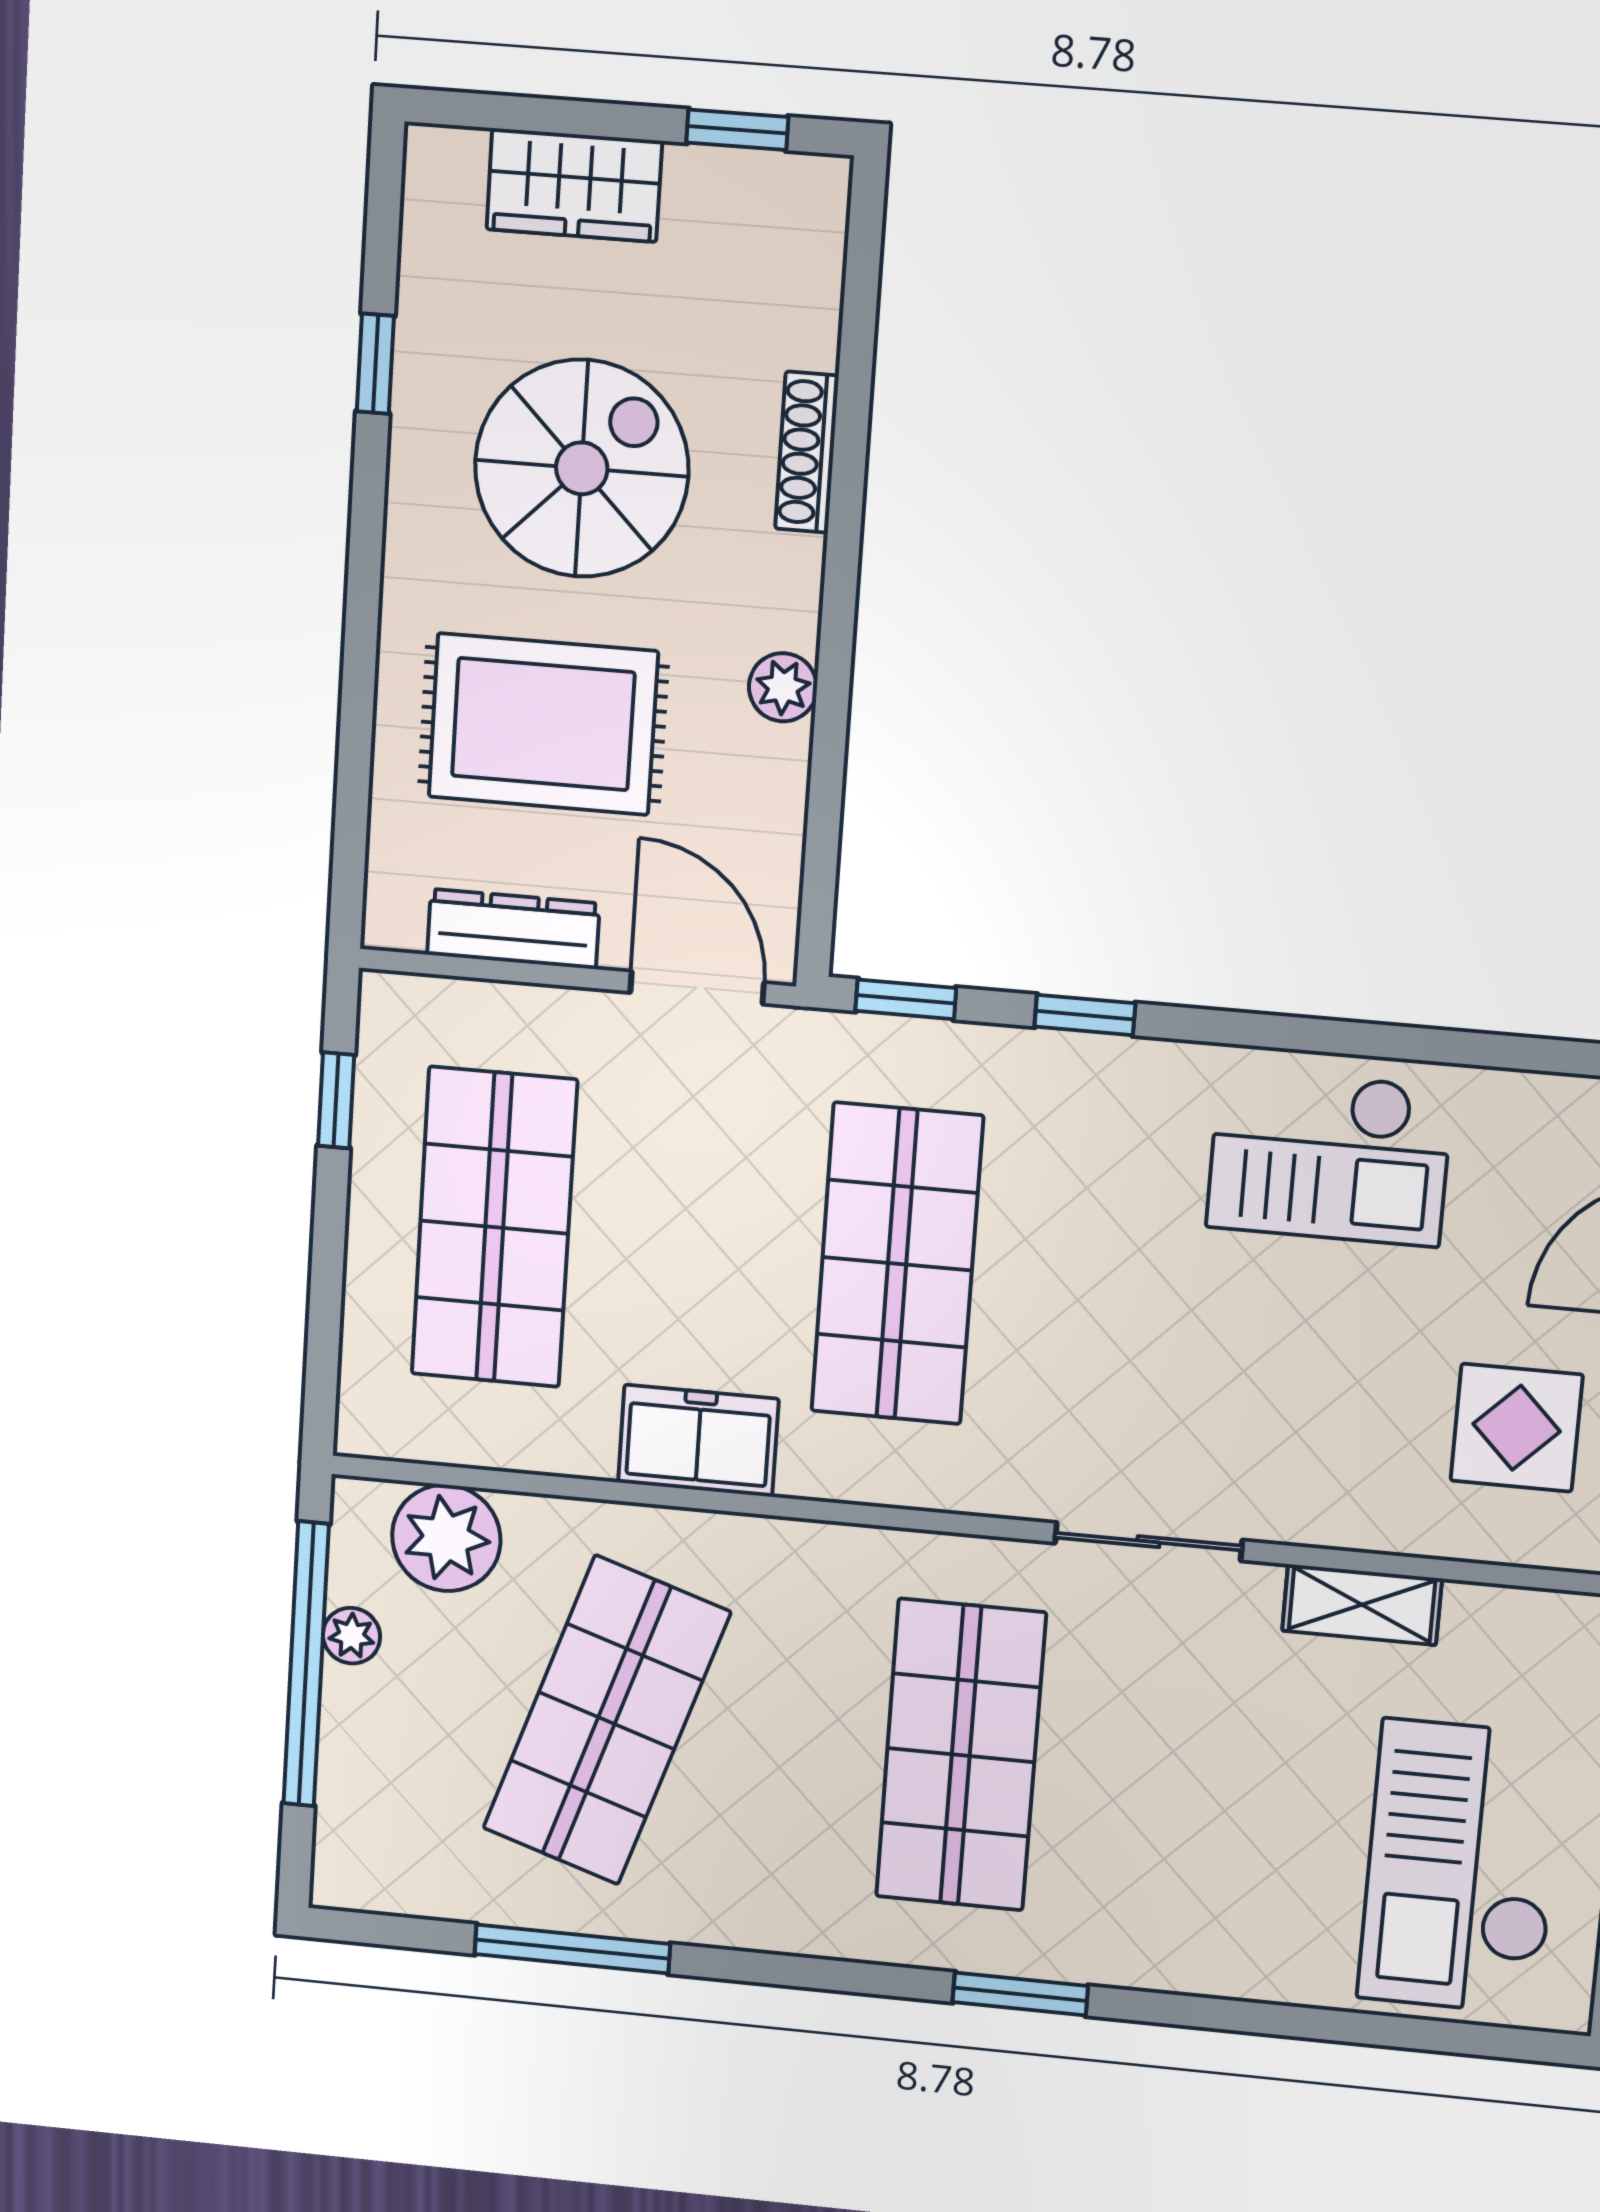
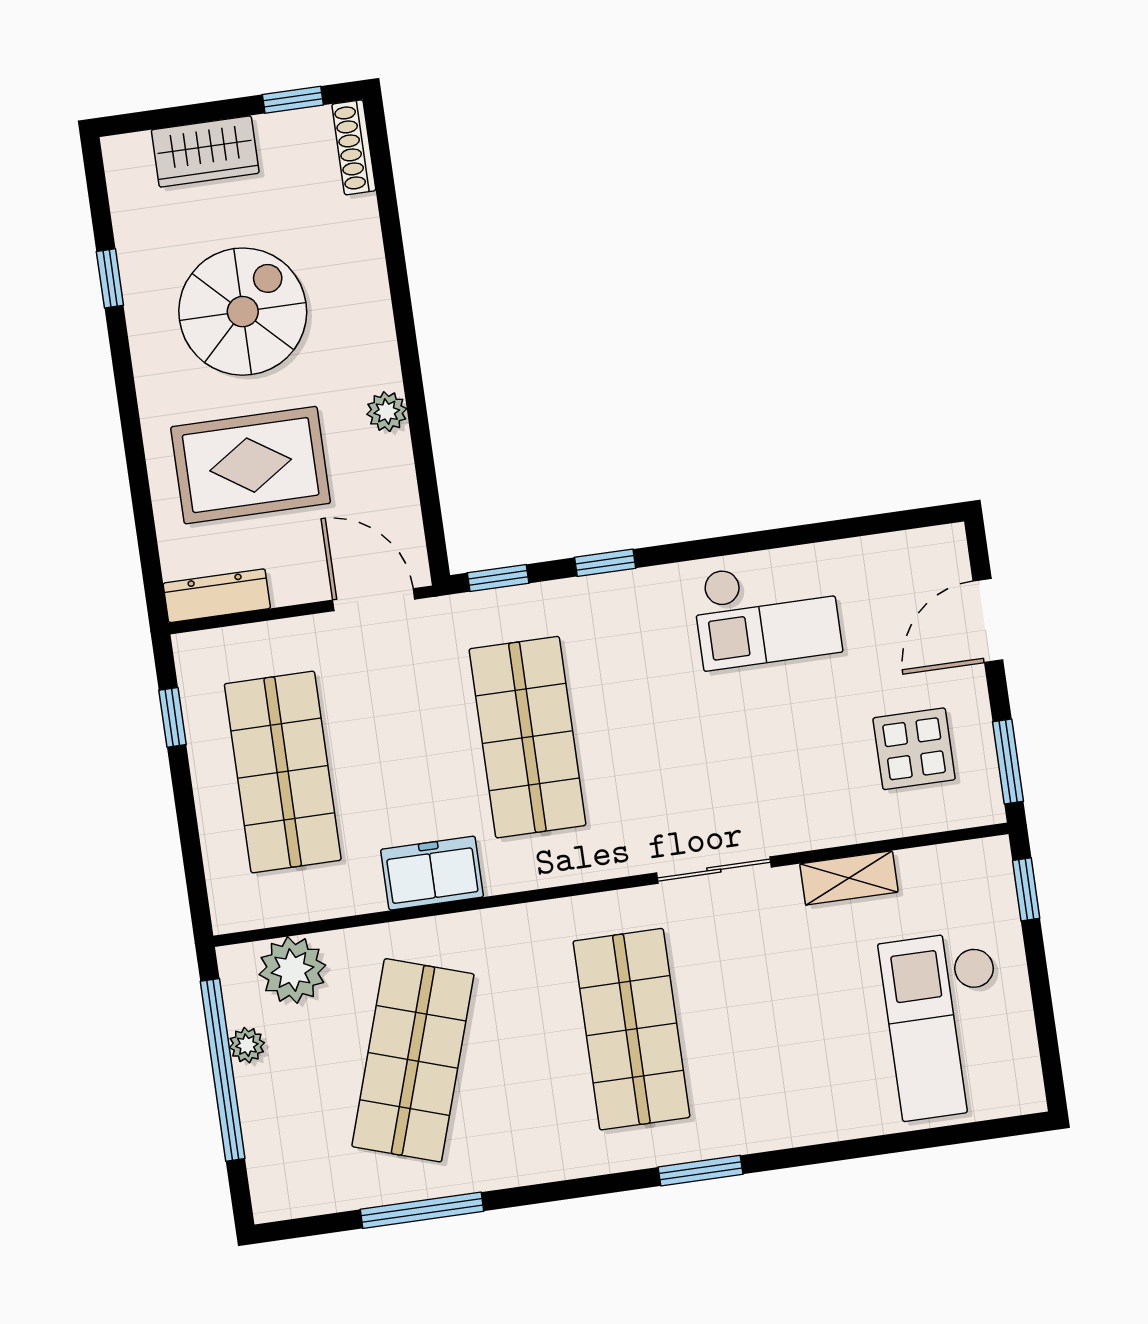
shoe rack: (807, 452) -> (354, 147), moved
dresser: (513, 929) -> (217, 596), moved

